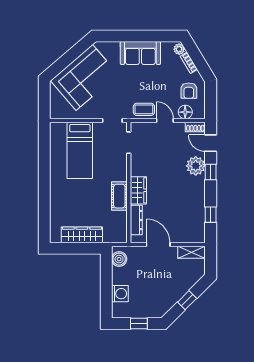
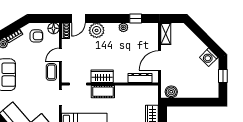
floor lamp: (185, 112) -> (54, 28), moved
window: (211, 172) -> (101, 18), removed
wardrobe: (138, 190) -> (102, 76), moved
cot: (119, 196) -> (103, 92), moved
plant: (200, 199) -> (123, 27), added
washing machine: (120, 294) -> (209, 57), moved, turned -135
window: (187, 300) -> (204, 37), removed

